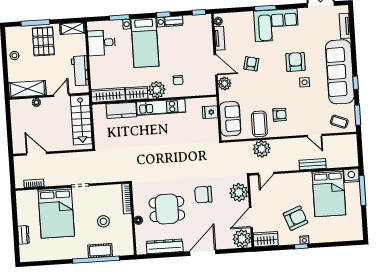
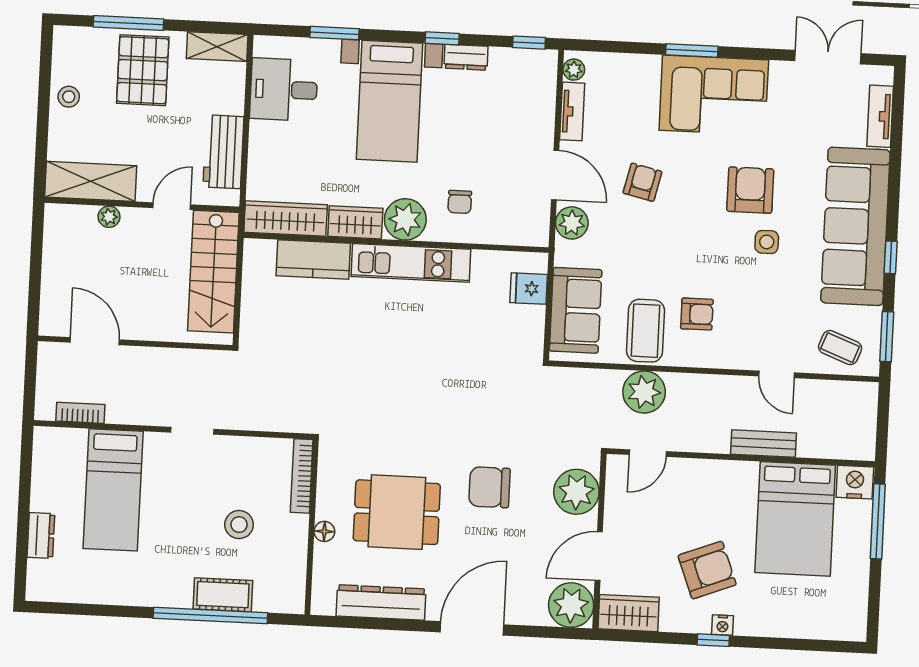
bed: (56, 213) -> (113, 490), width x0.67

